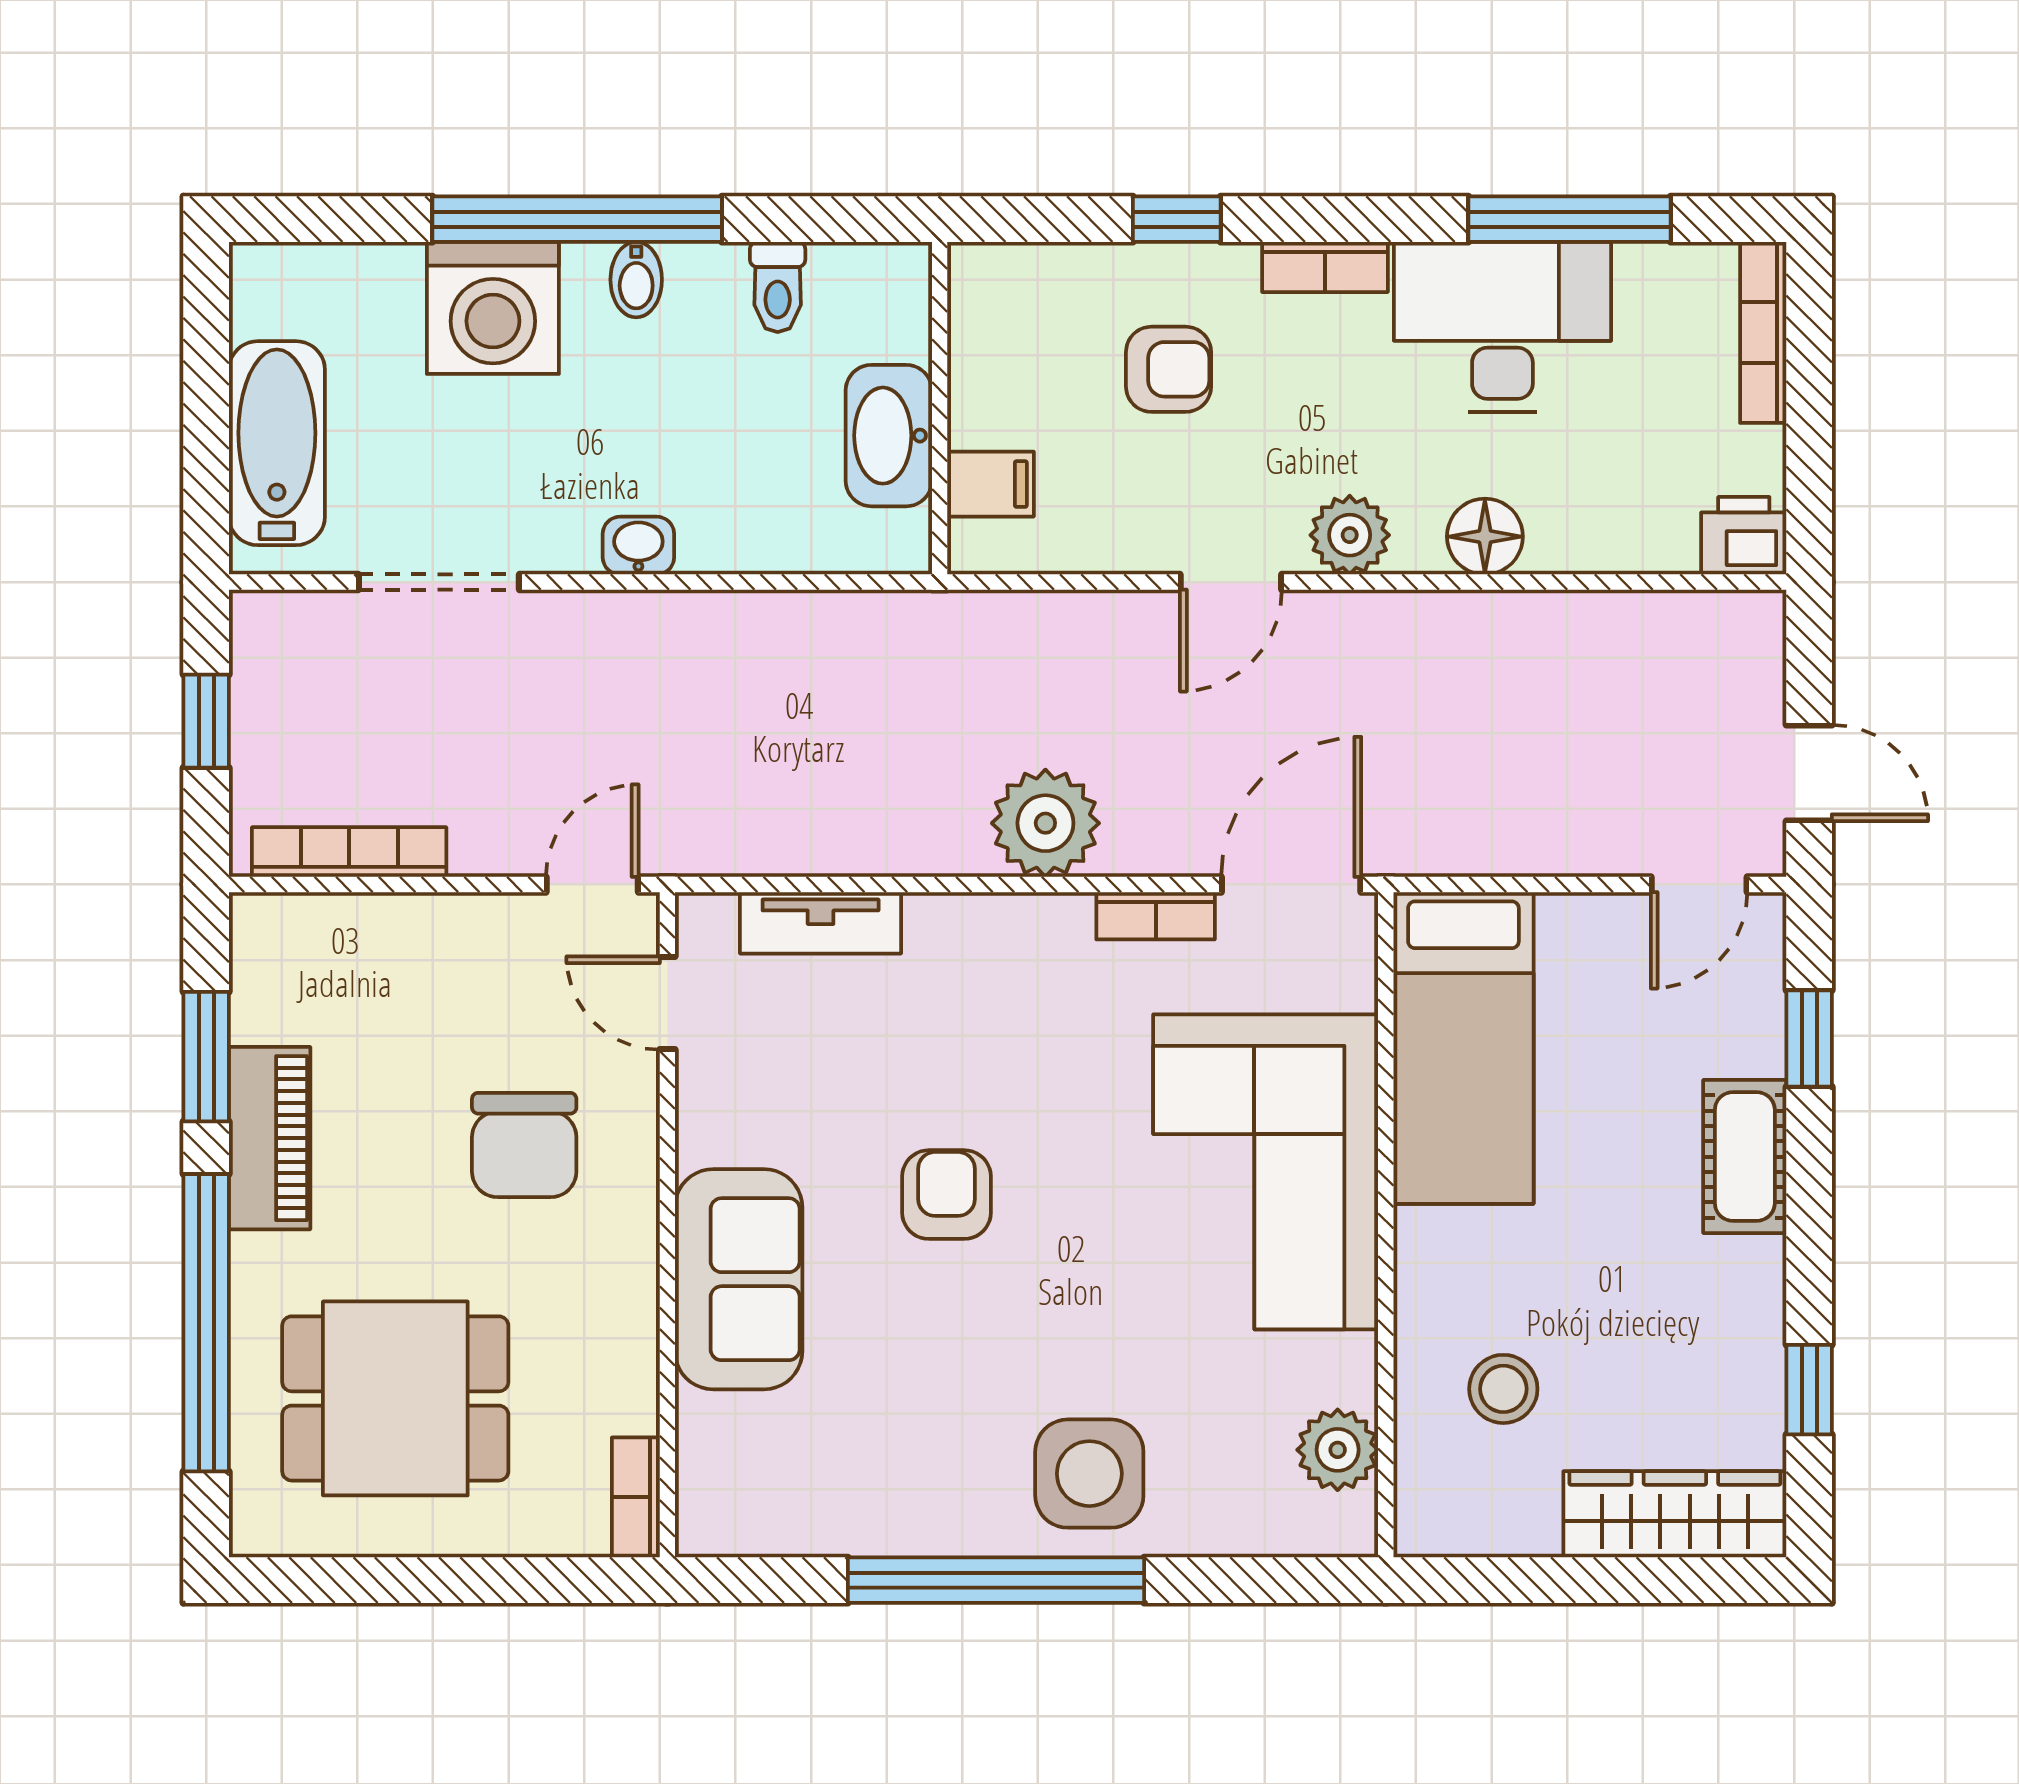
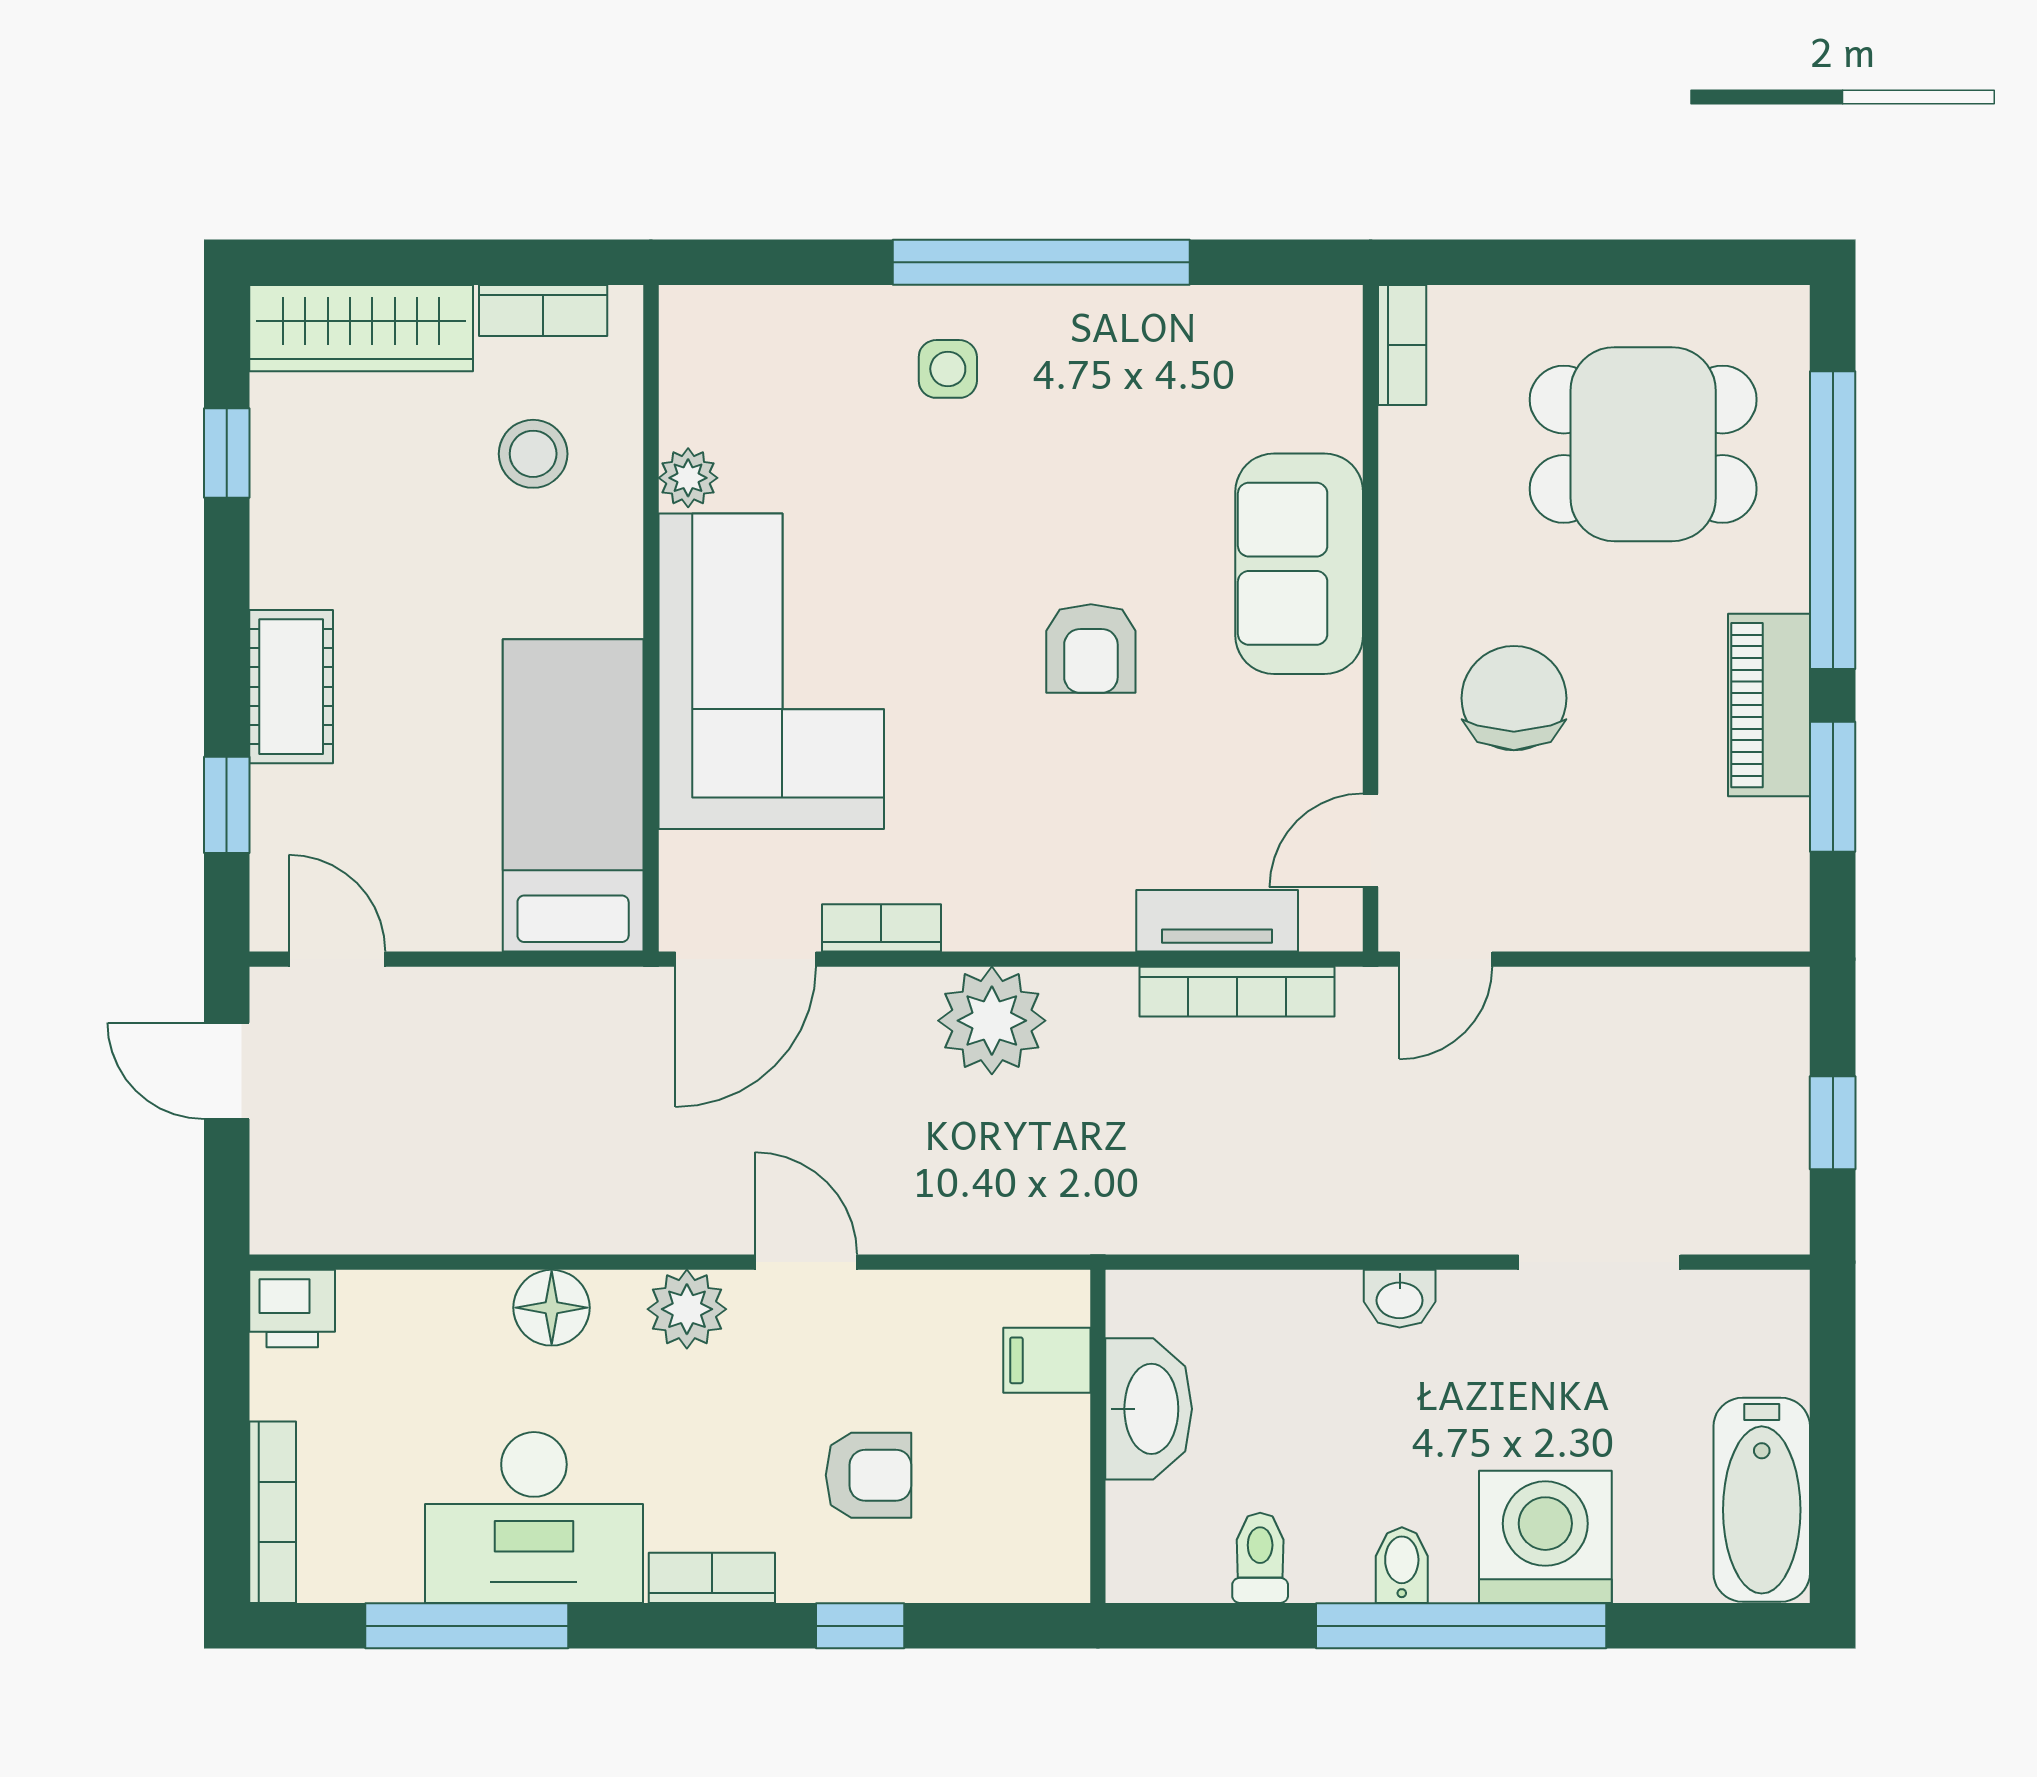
armchair: (1169, 369) -> (868, 1475), turned 180
bathtub: (277, 443) -> (1762, 1500), moved
door: (1231, 582) -> (806, 1262), hinge flipped
bookcase: (349, 852) -> (1237, 992), moved
door: (1699, 884) -> (337, 959), hinge flipped
door: (667, 1003) -> (1371, 840), swing flipped
plant: (1338, 1450) -> (688, 478), moved, width x0.73, depth x0.73
side table: (1089, 1474) -> (948, 369), width x0.54, depth x0.54
bookcase: (1493, 1532) -> (543, 311), added

